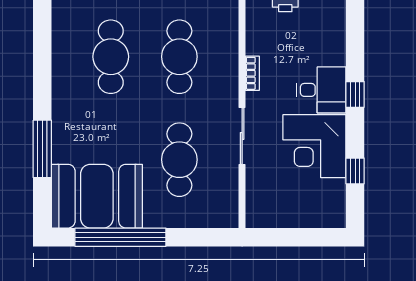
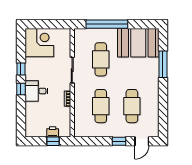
corner desk: (314, 146) -> (39, 43), moved
window: (355, 171) -> (21, 69), moved
window: (120, 237) -> (107, 24), moved

